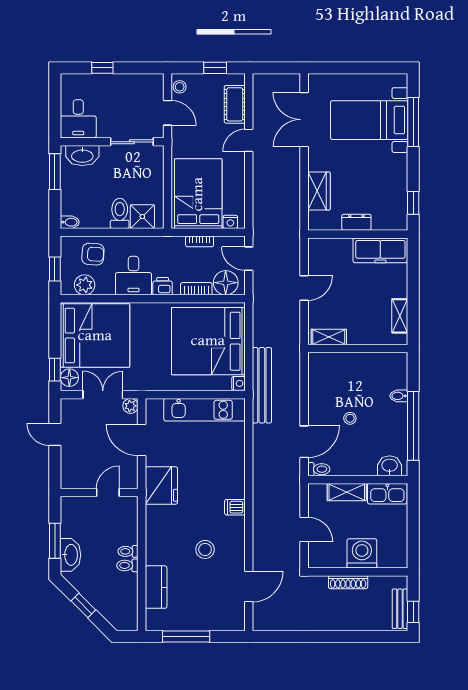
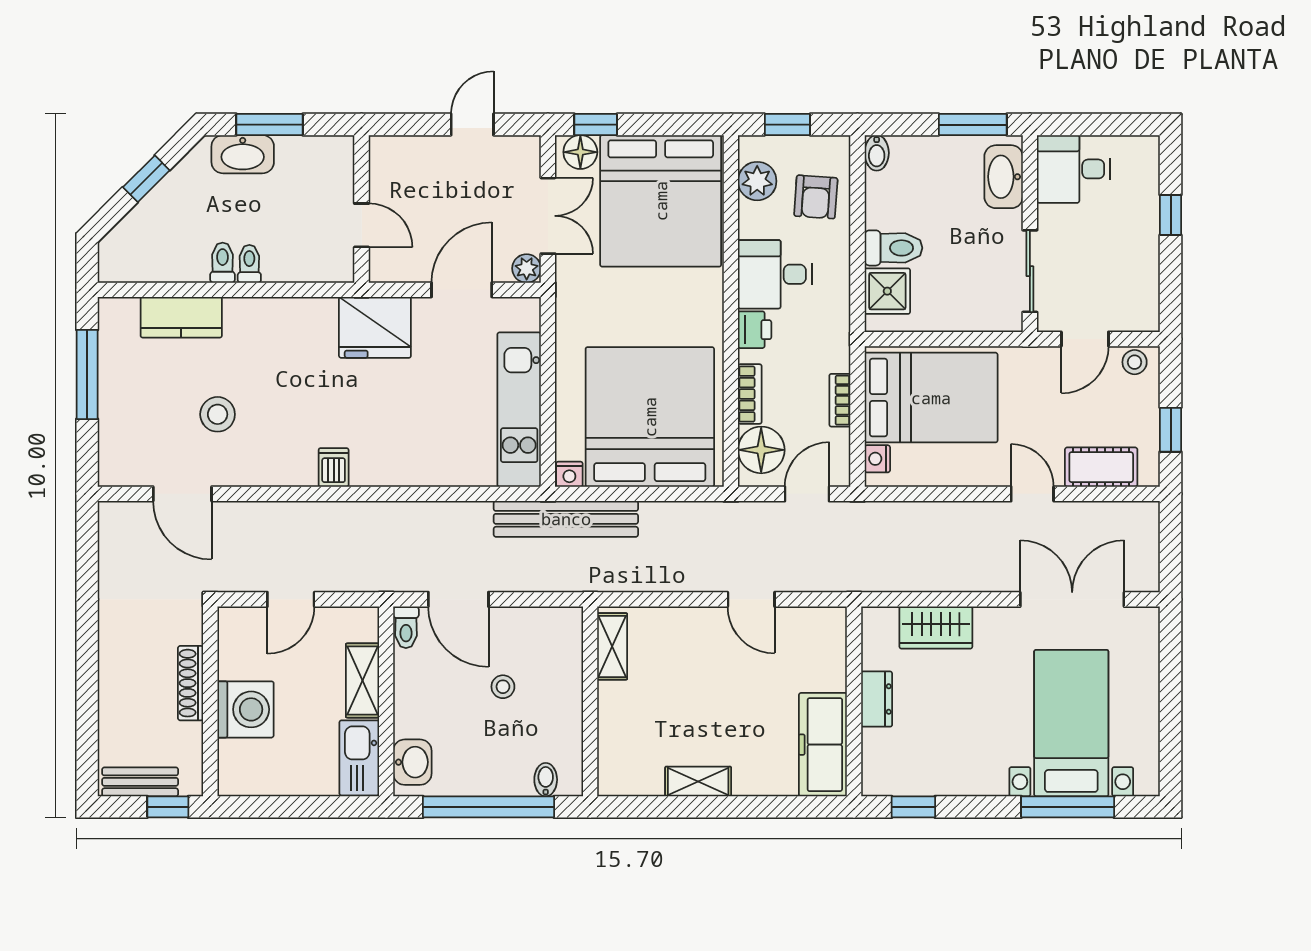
shelving: (329, 337) -> (612, 646), moved
wall: (358, 349) -> (590, 701), moved
stool: (205, 549) -> (218, 414), moved
window: (413, 612) -> (168, 807), moved

